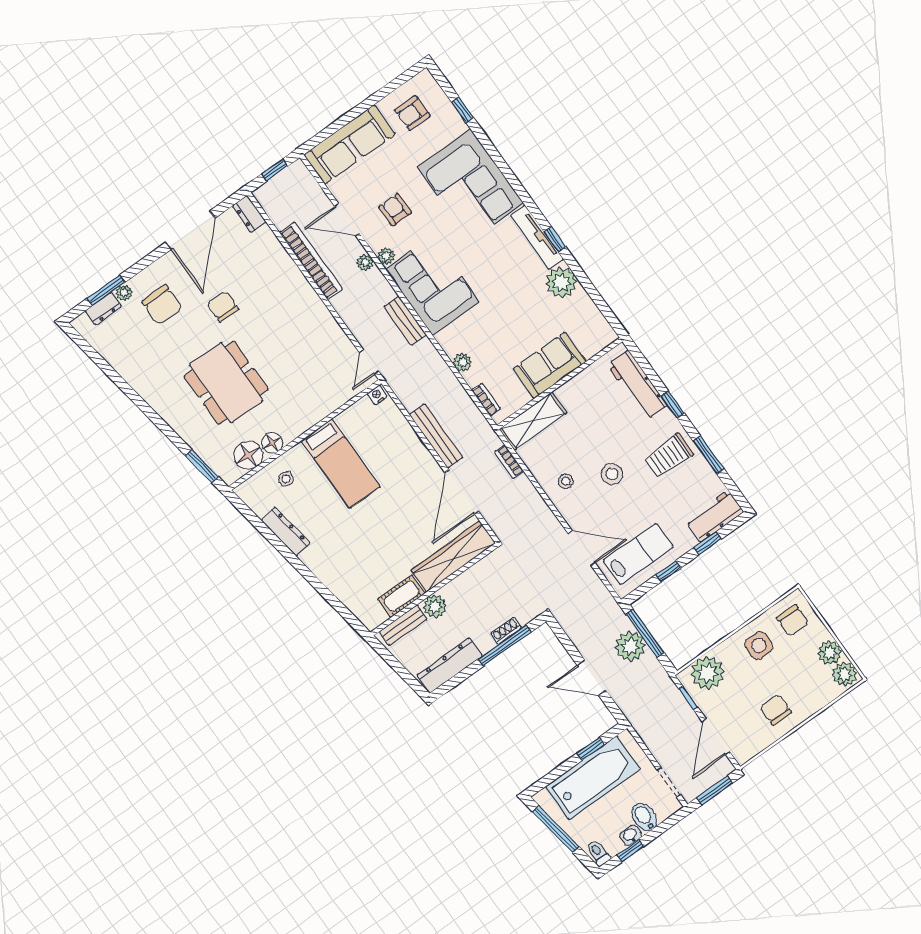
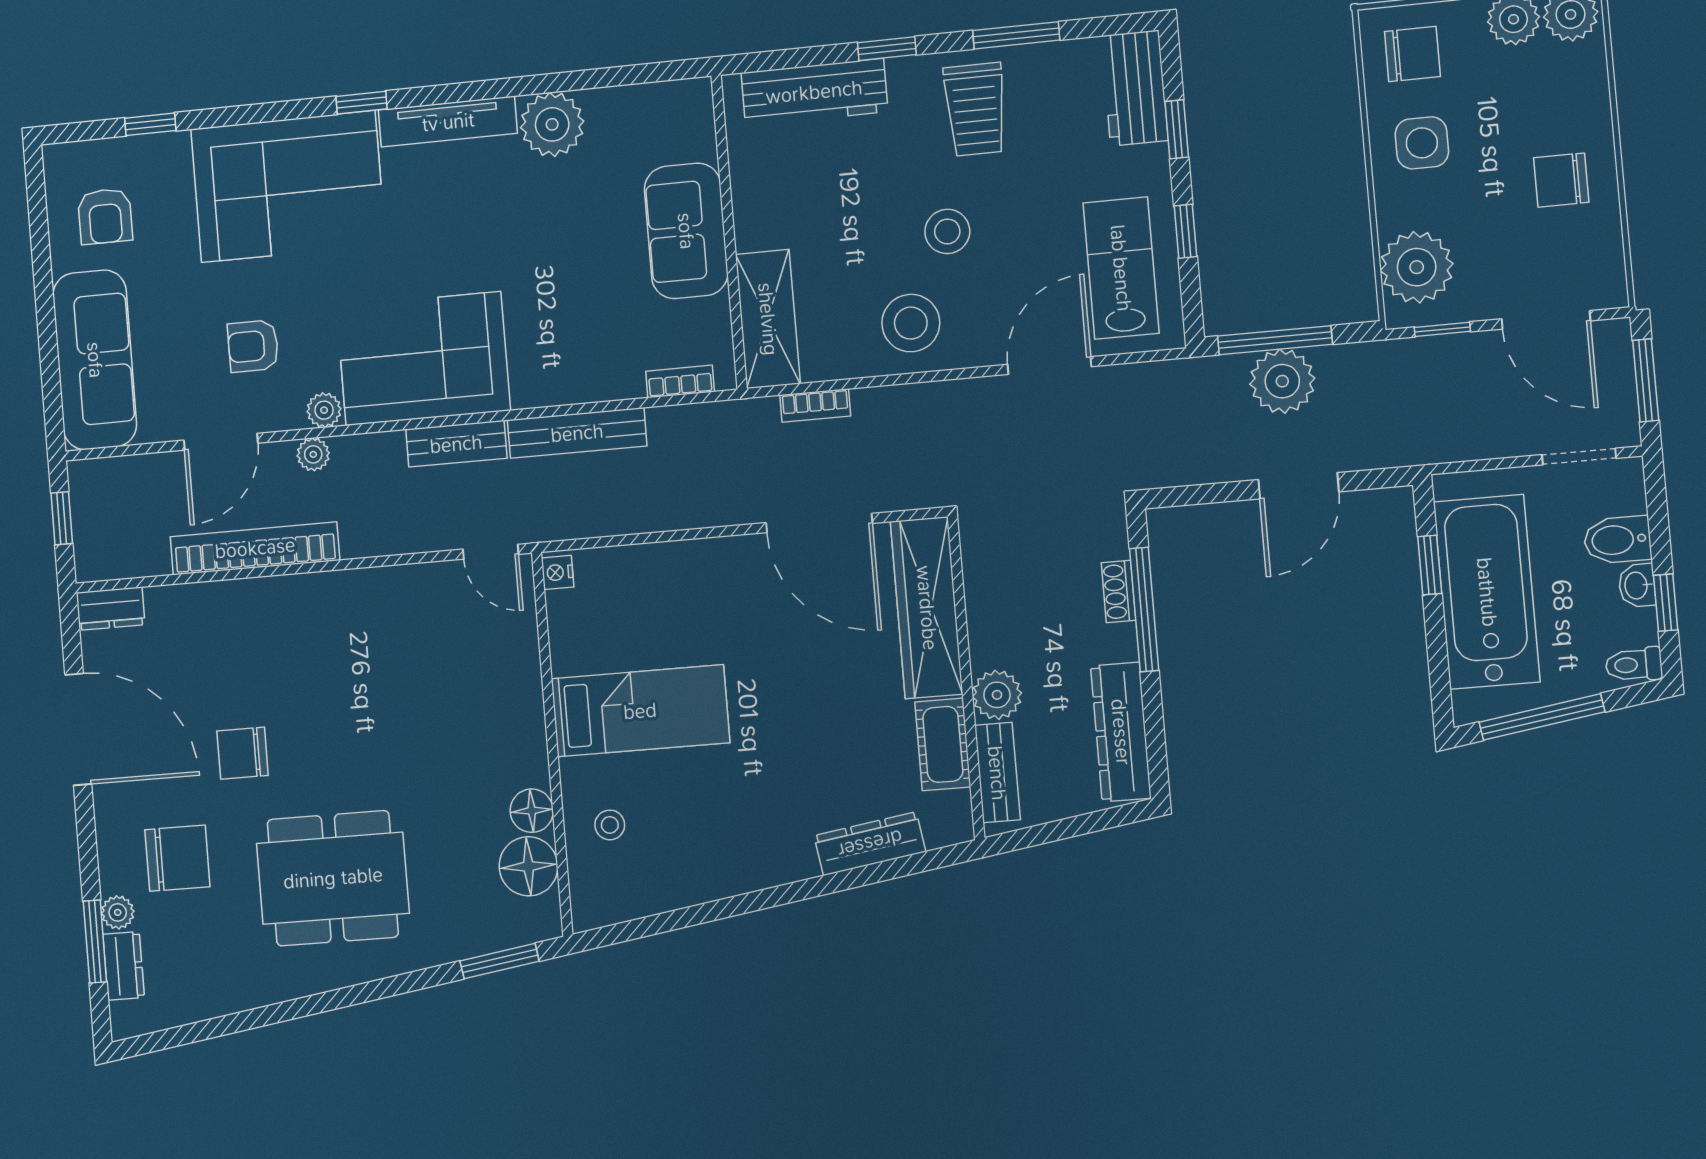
window: (555, 239) -> (361, 103), moved
plant: (462, 362) -> (589, 385), removed
dining table: (226, 383) -> (333, 878), moved
bench: (436, 436) -> (577, 433), moved
stool: (566, 481) -> (911, 323), width x1.89, depth x1.89
dresser: (286, 532) -> (870, 844), moved

